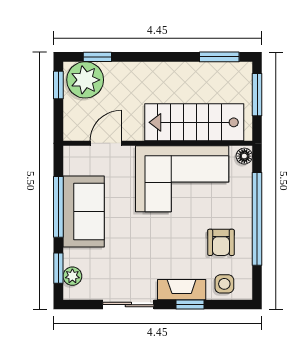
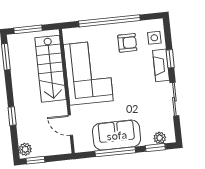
window: (97, 57) -> (12, 116), moved
plant: (85, 80) -> (25, 149), width x0.53, depth x0.53
floor lamp: (244, 156) -> (69, 33), removed

